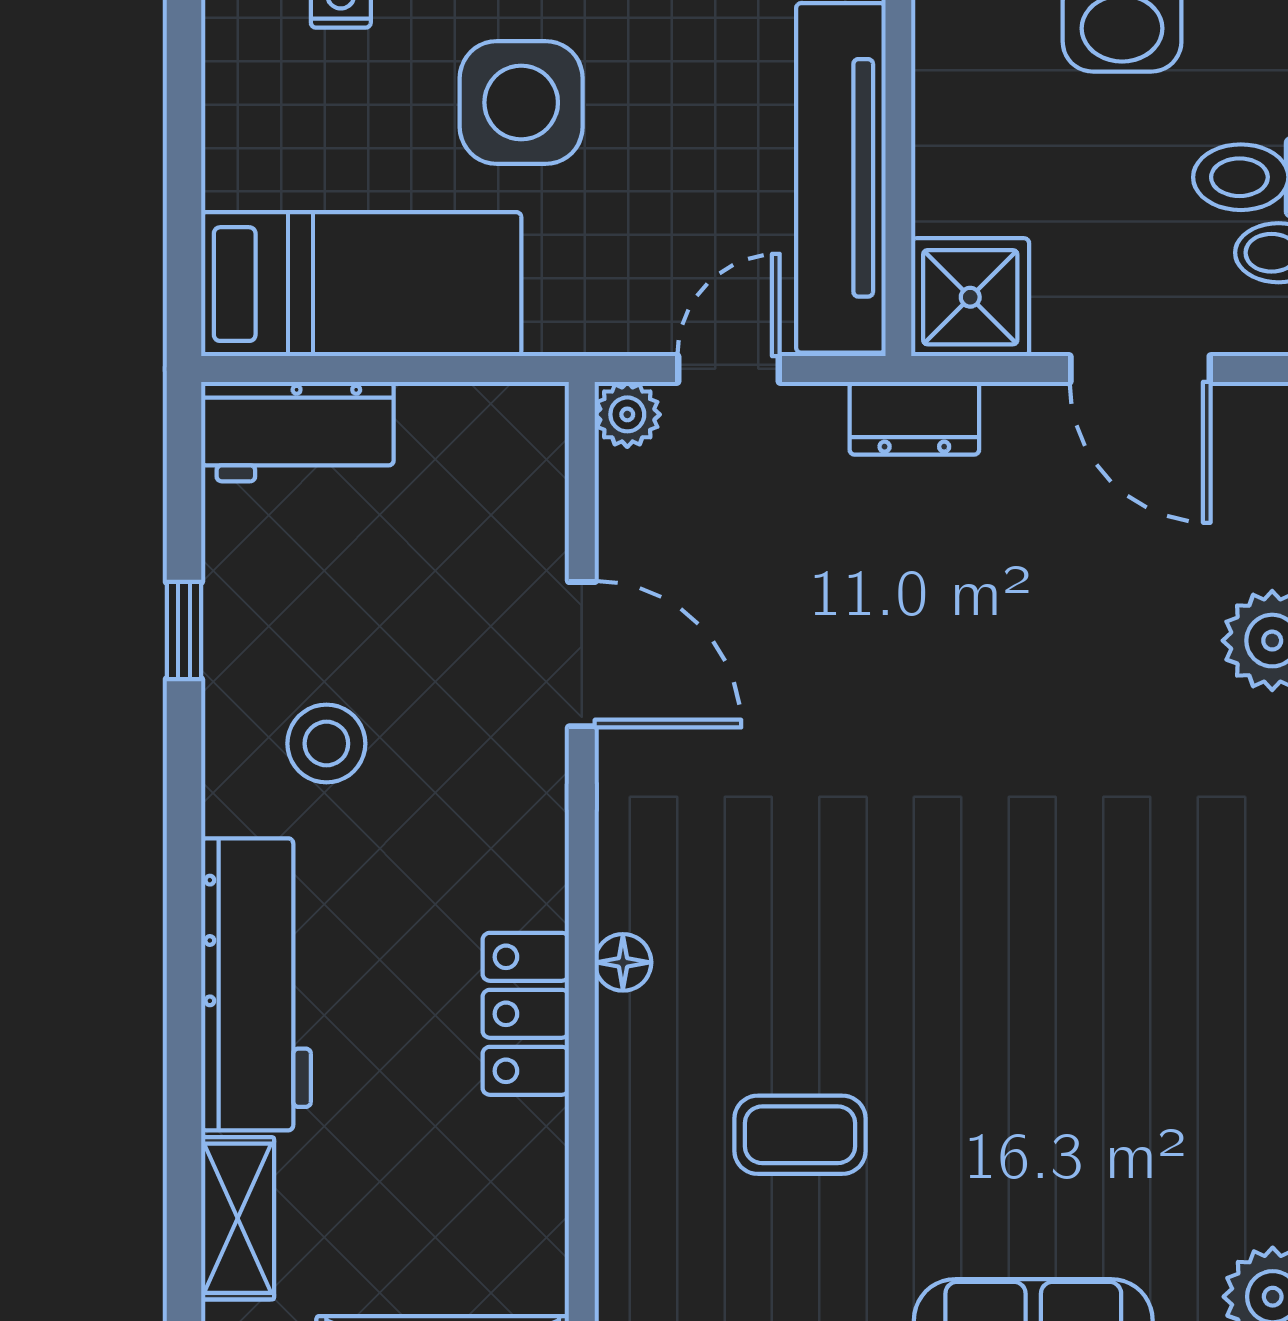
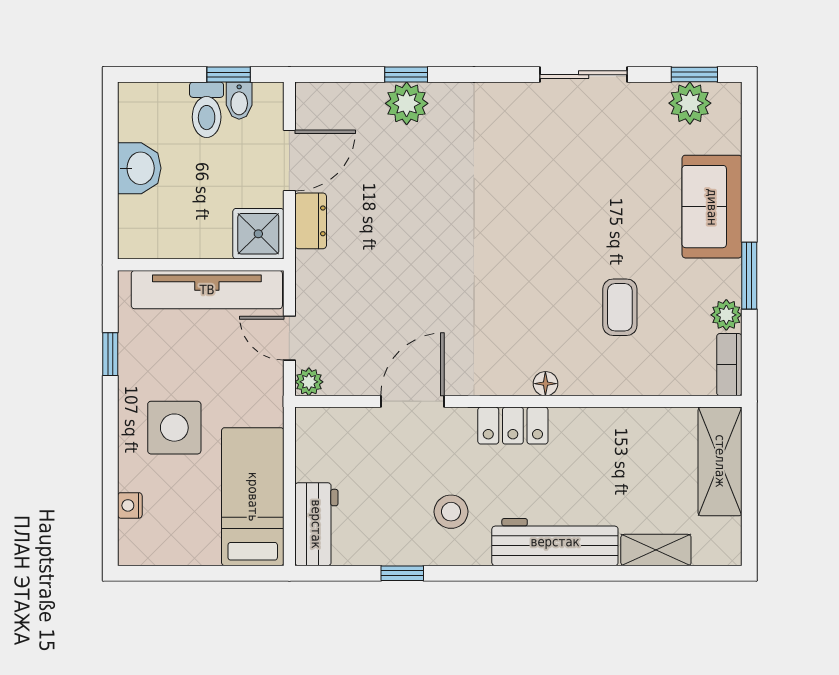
dresser: (914, 418) -> (311, 221), moved
locker: (526, 1014) -> (513, 426), moved

